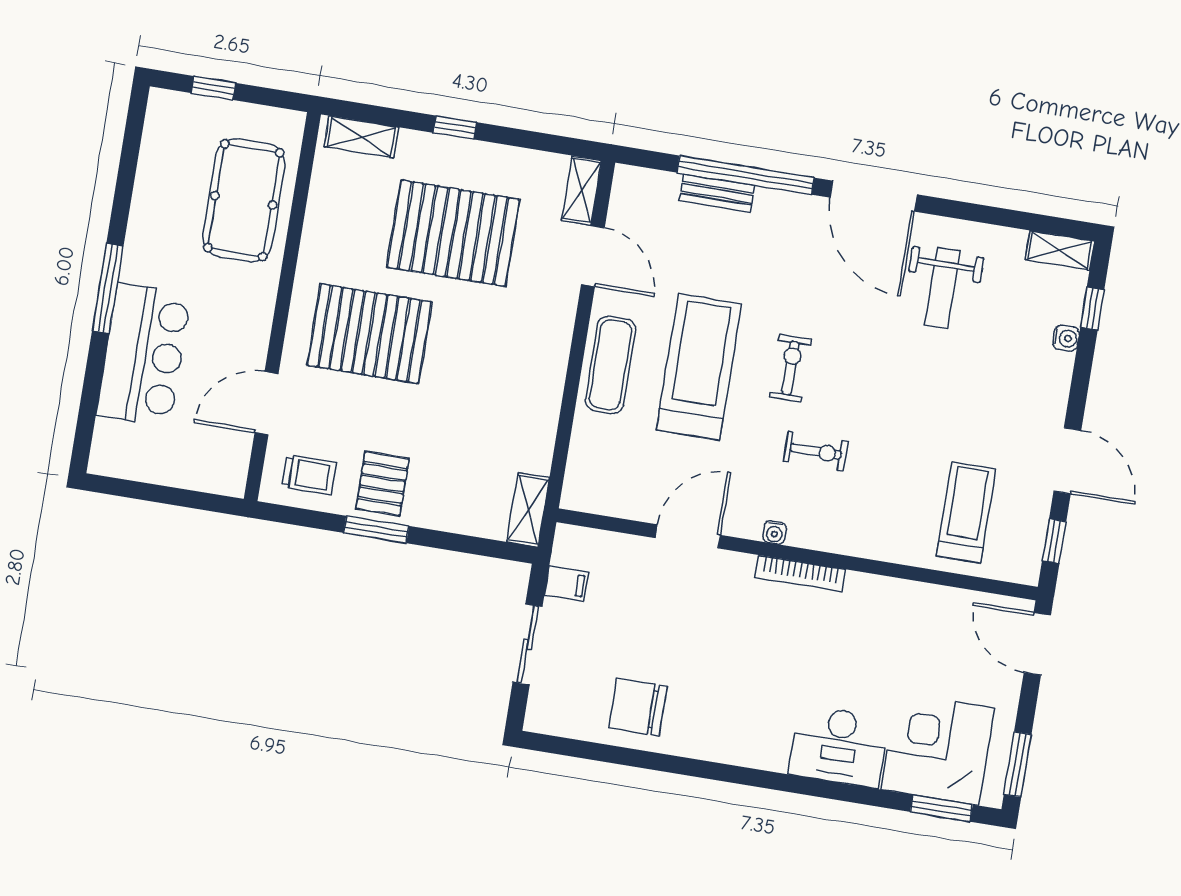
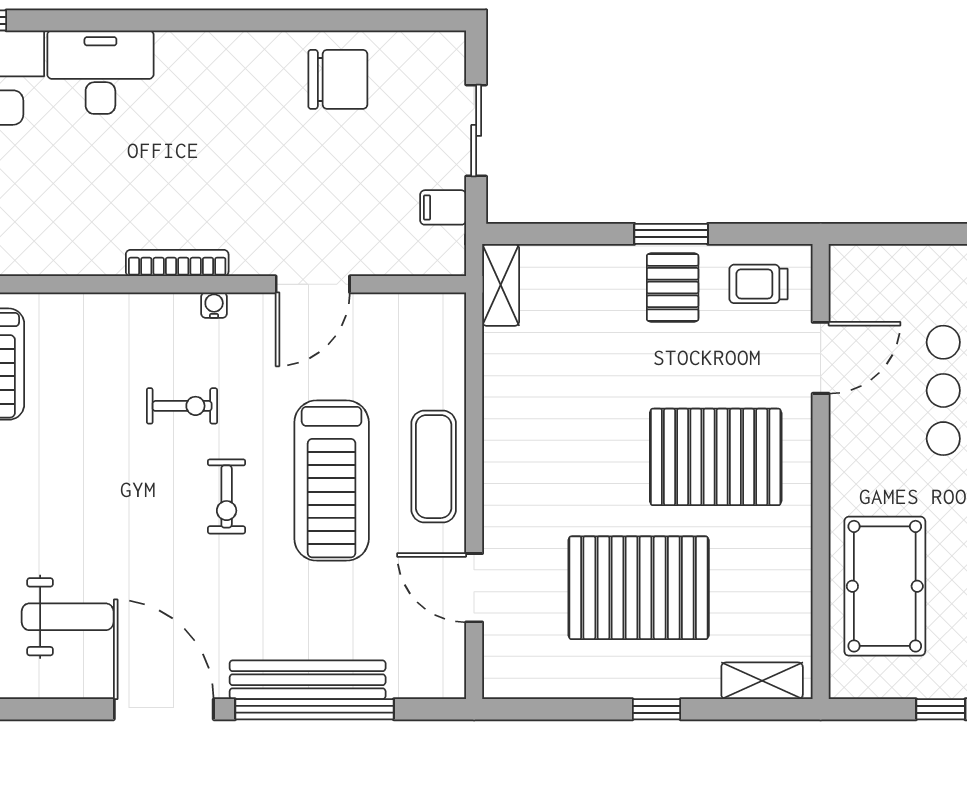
shelving: (582, 190) -> (499, 661), removed
bench: (717, 193) -> (308, 680), width x1.86, depth x1.21
weight bench: (942, 288) -> (68, 617), turned 90
exercise bike: (816, 451) -> (182, 406), turned 180

